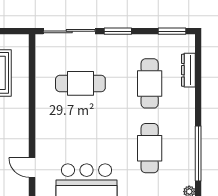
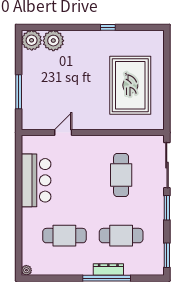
dresser: (188, 70) -> (108, 270), moved
window: (198, 153) -> (107, 278), moved
door: (32, 167) -> (63, 133), moved

